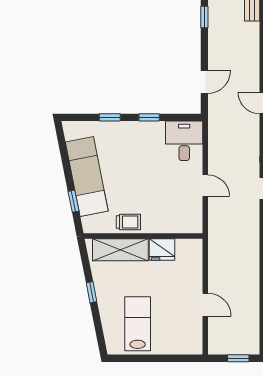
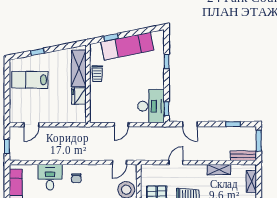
window: (149, 117) -> (167, 109), moved
desk: (184, 141) -> (151, 106), width x1.37
window: (91, 292) -> (37, 52), moved
door: (205, 305) -> (31, 125), moved
lab bench: (138, 324) -> (30, 80), turned 180

